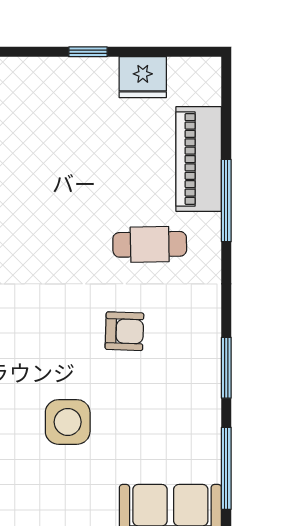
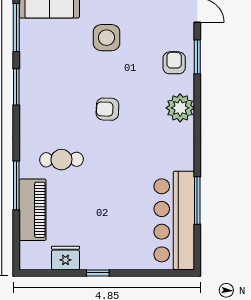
armchair: (124, 331) -> (107, 109), moved
side table: (68, 422) -> (107, 38), moved

